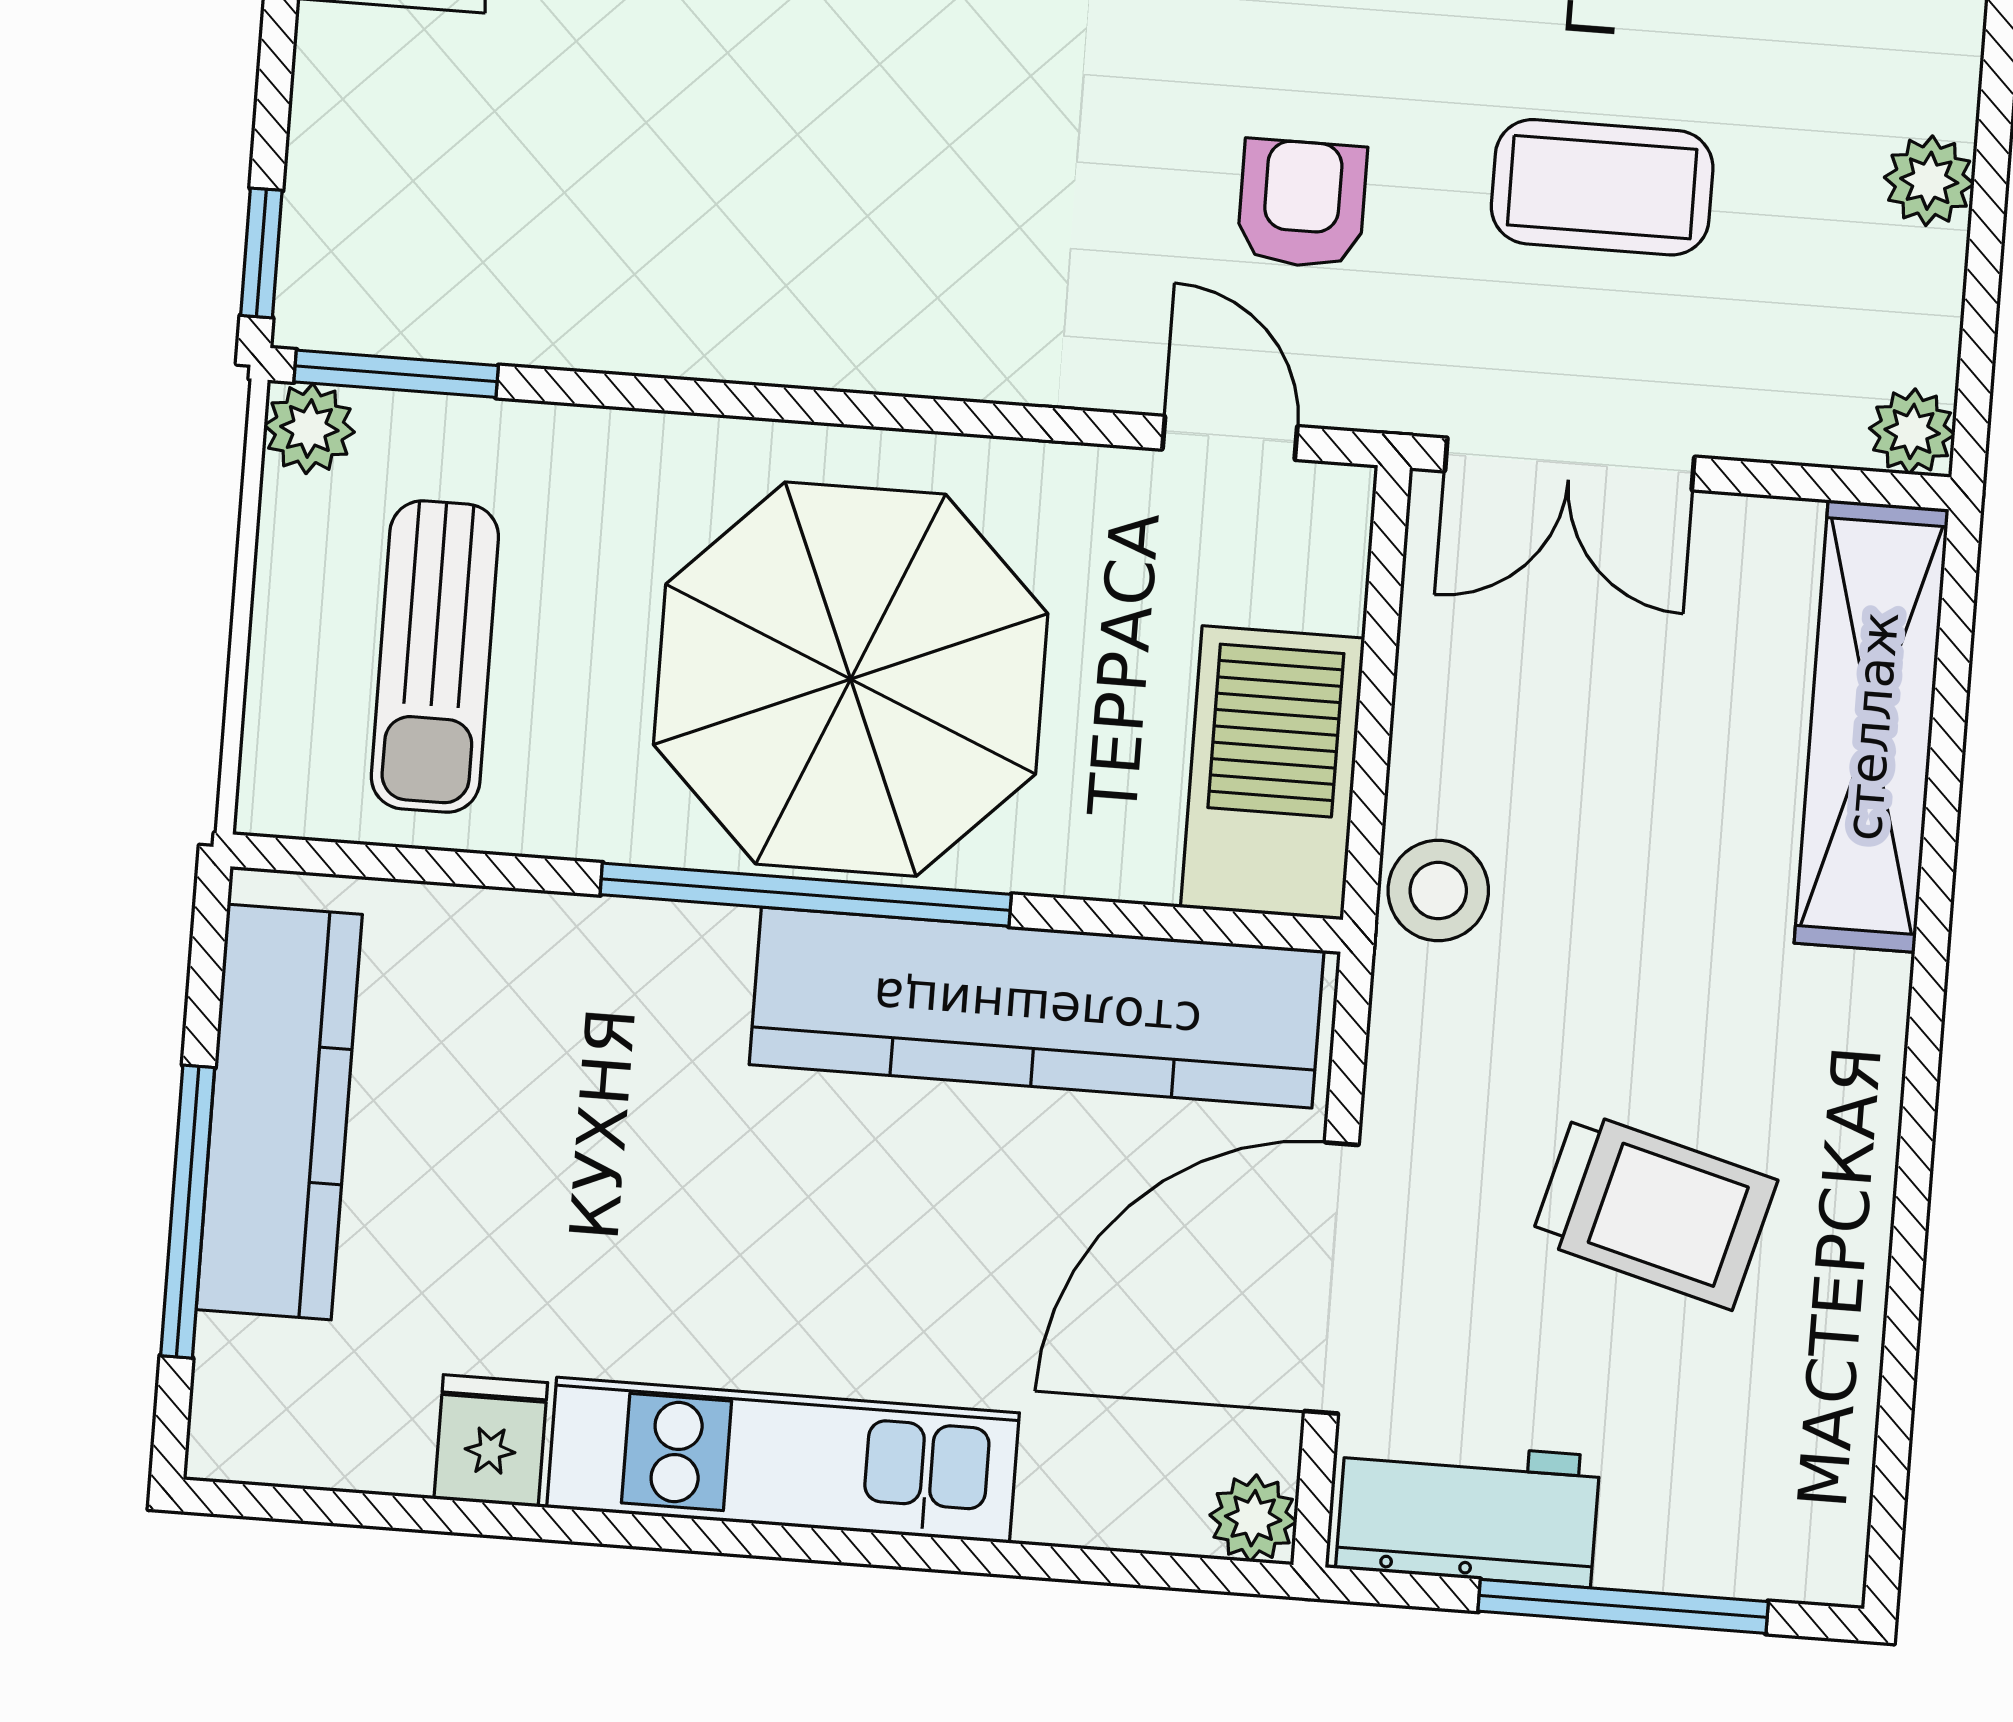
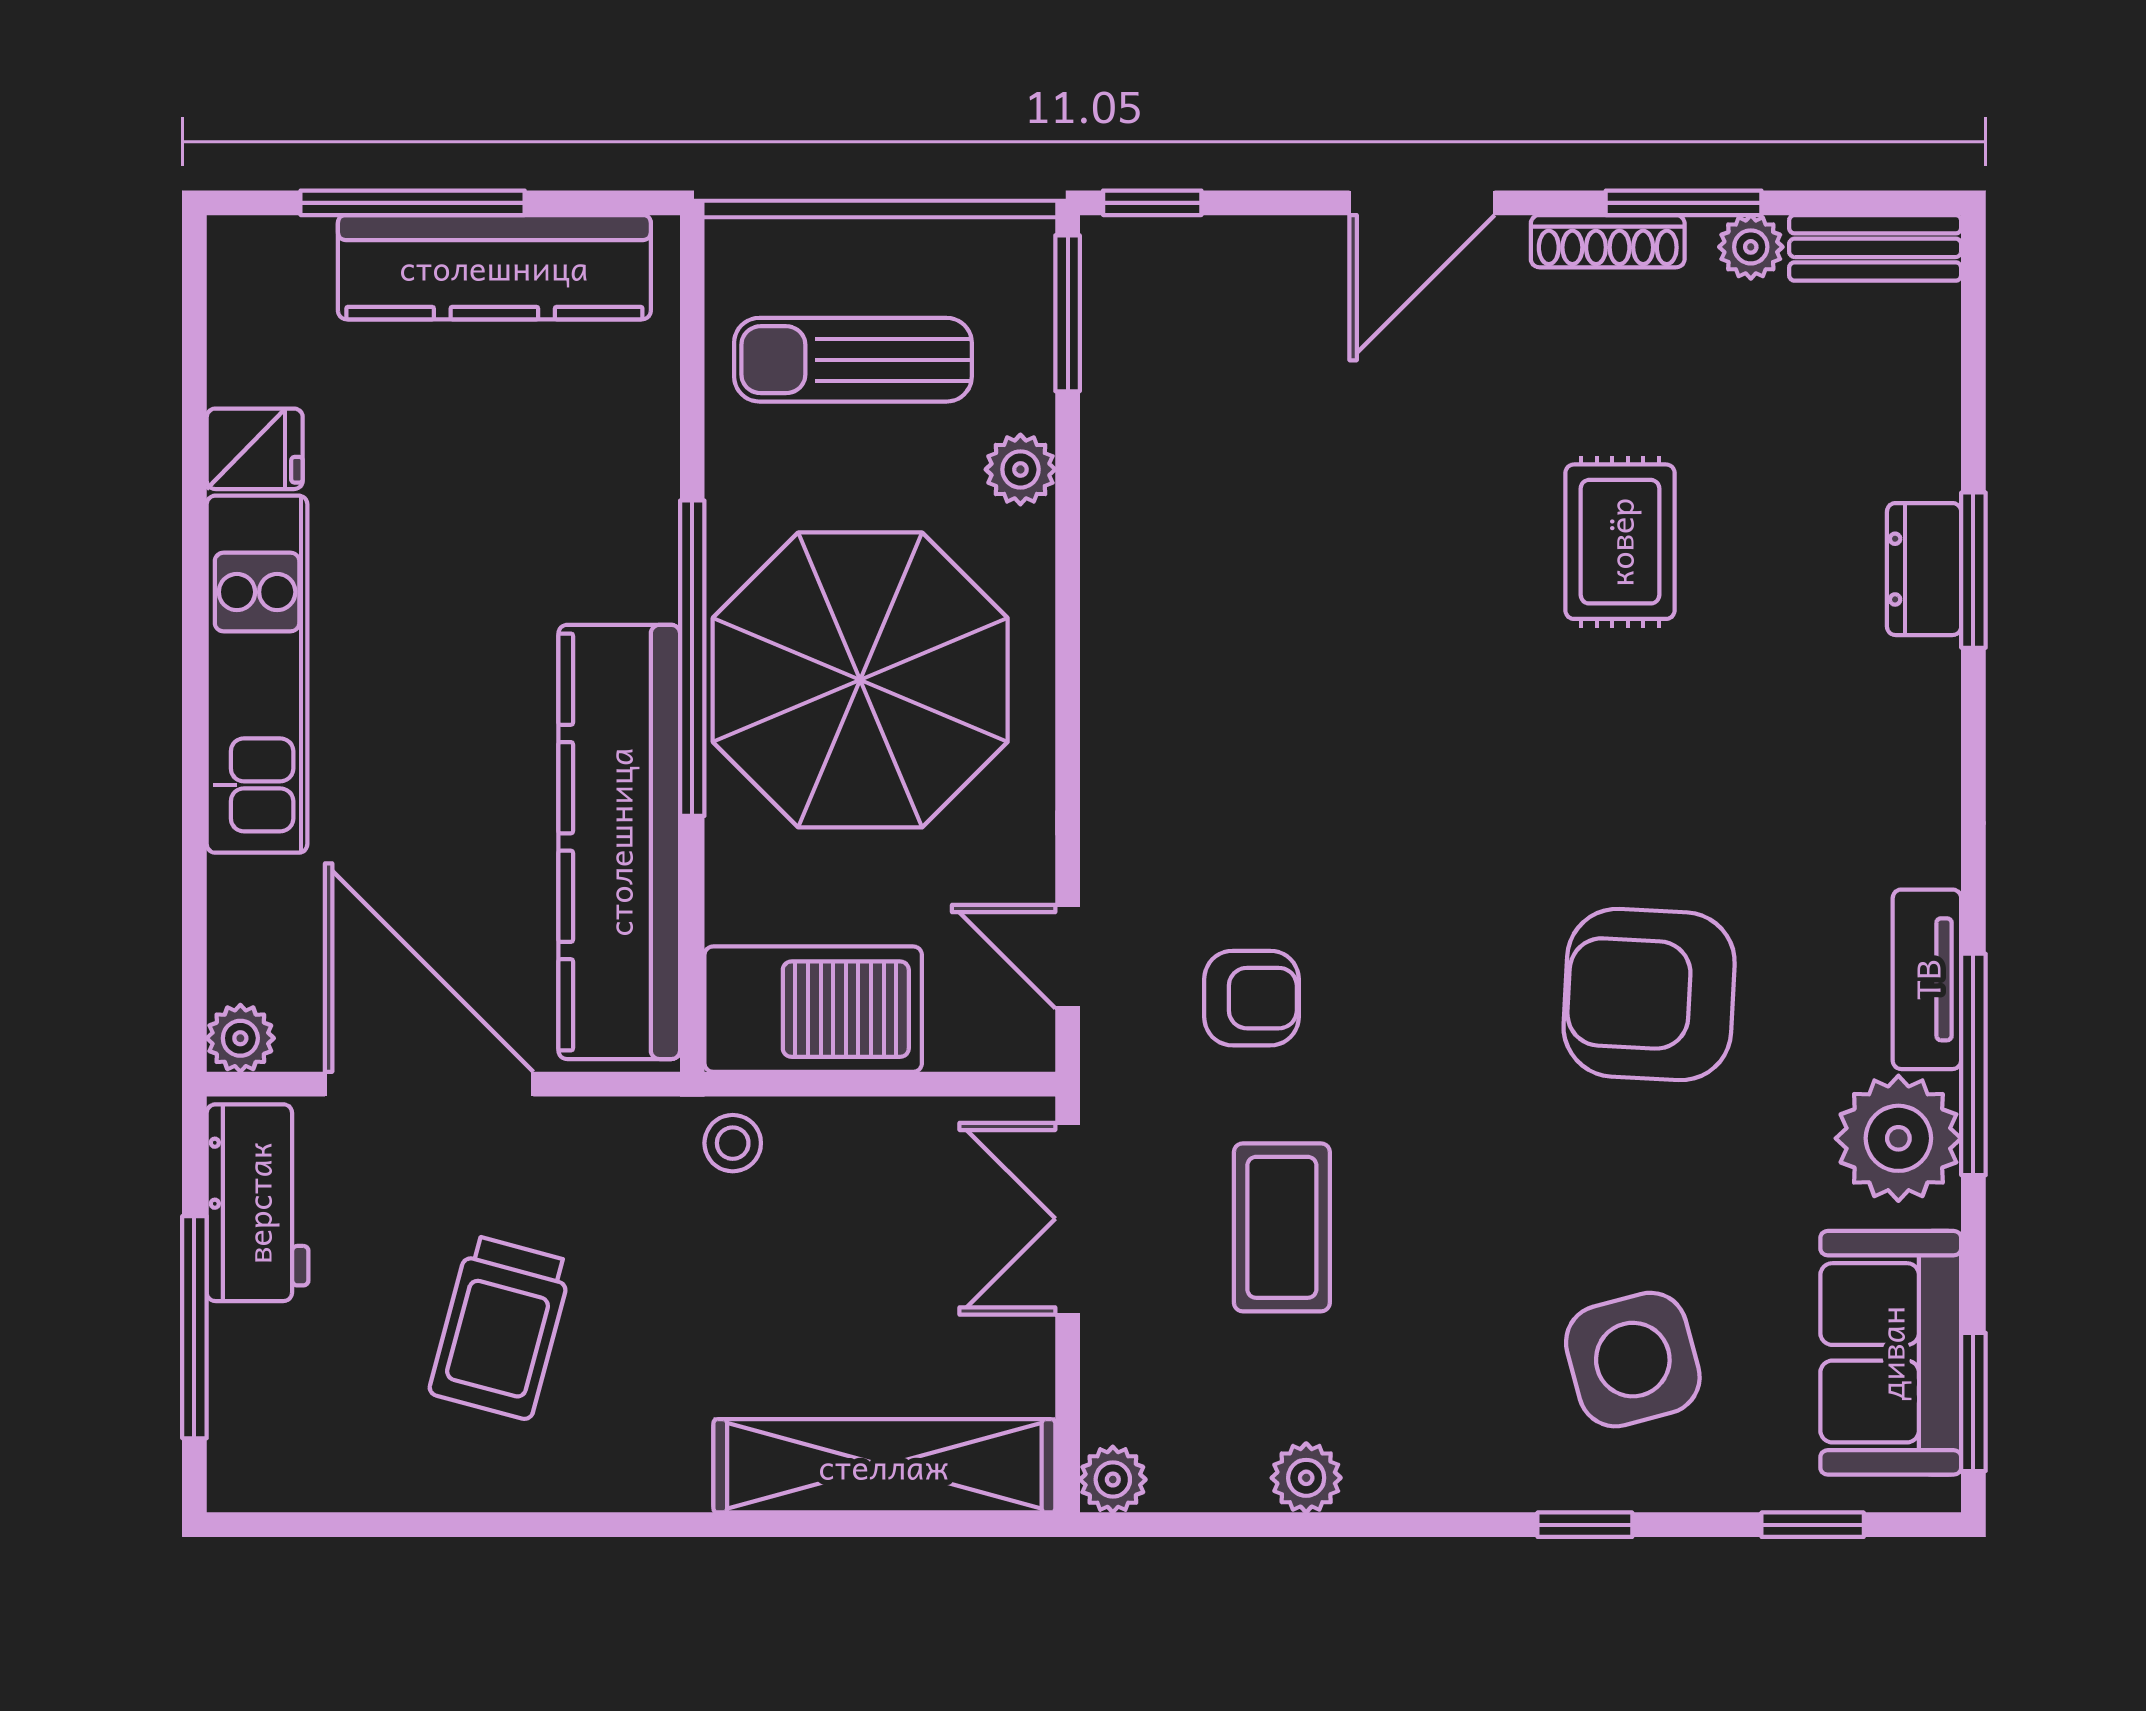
plant: (309, 429) -> (1020, 469), moved
door: (1230, 438) -> (1068, 957), swing flipped
stool: (1438, 891) -> (733, 1143), width x0.73, depth x0.73

